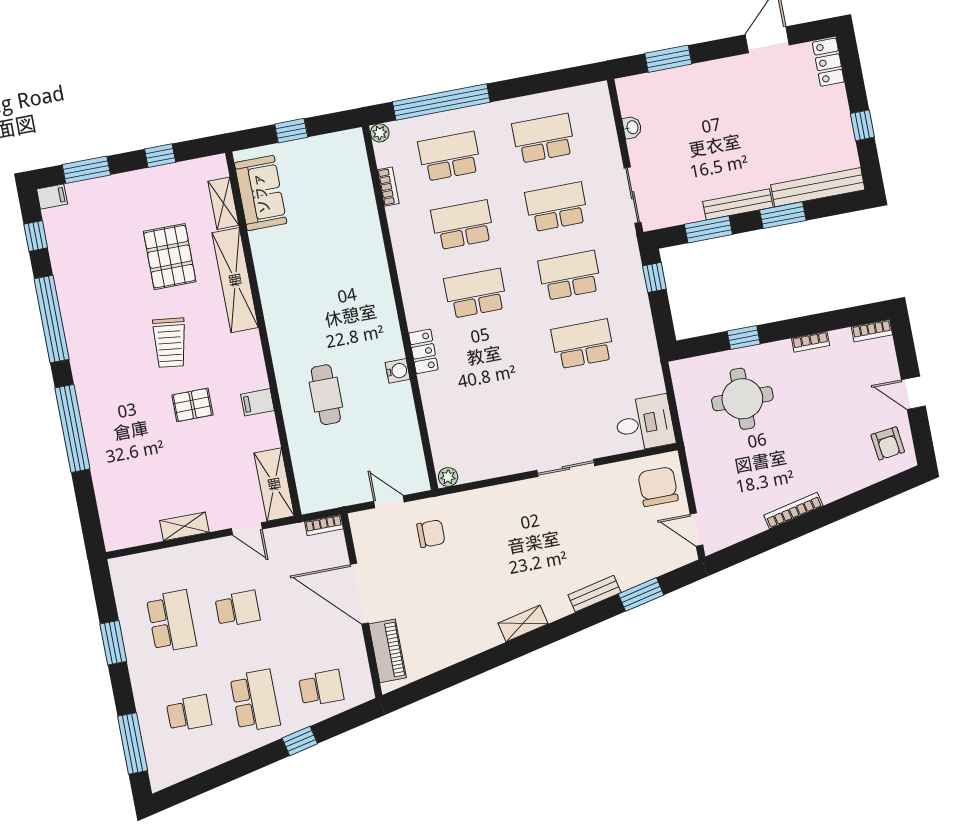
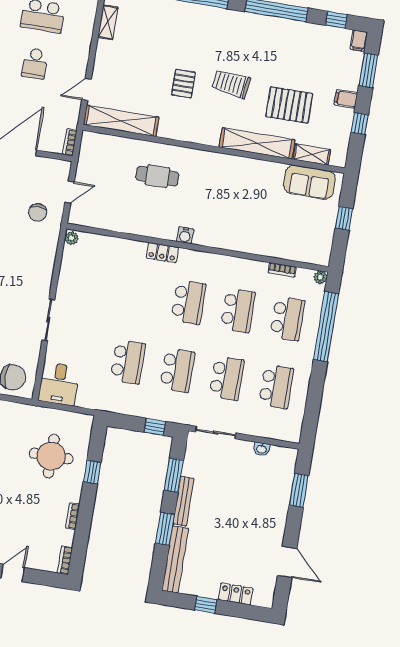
locker: (828, 62) -> (236, 594), moved
water cooler: (398, 371) -> (185, 235), moved
filing cabinet: (257, 402) -> (346, 99), moved, turned -90
shelving: (274, 484) -> (121, 121), width x1.47
shelving: (184, 526) -> (108, 22), moved

